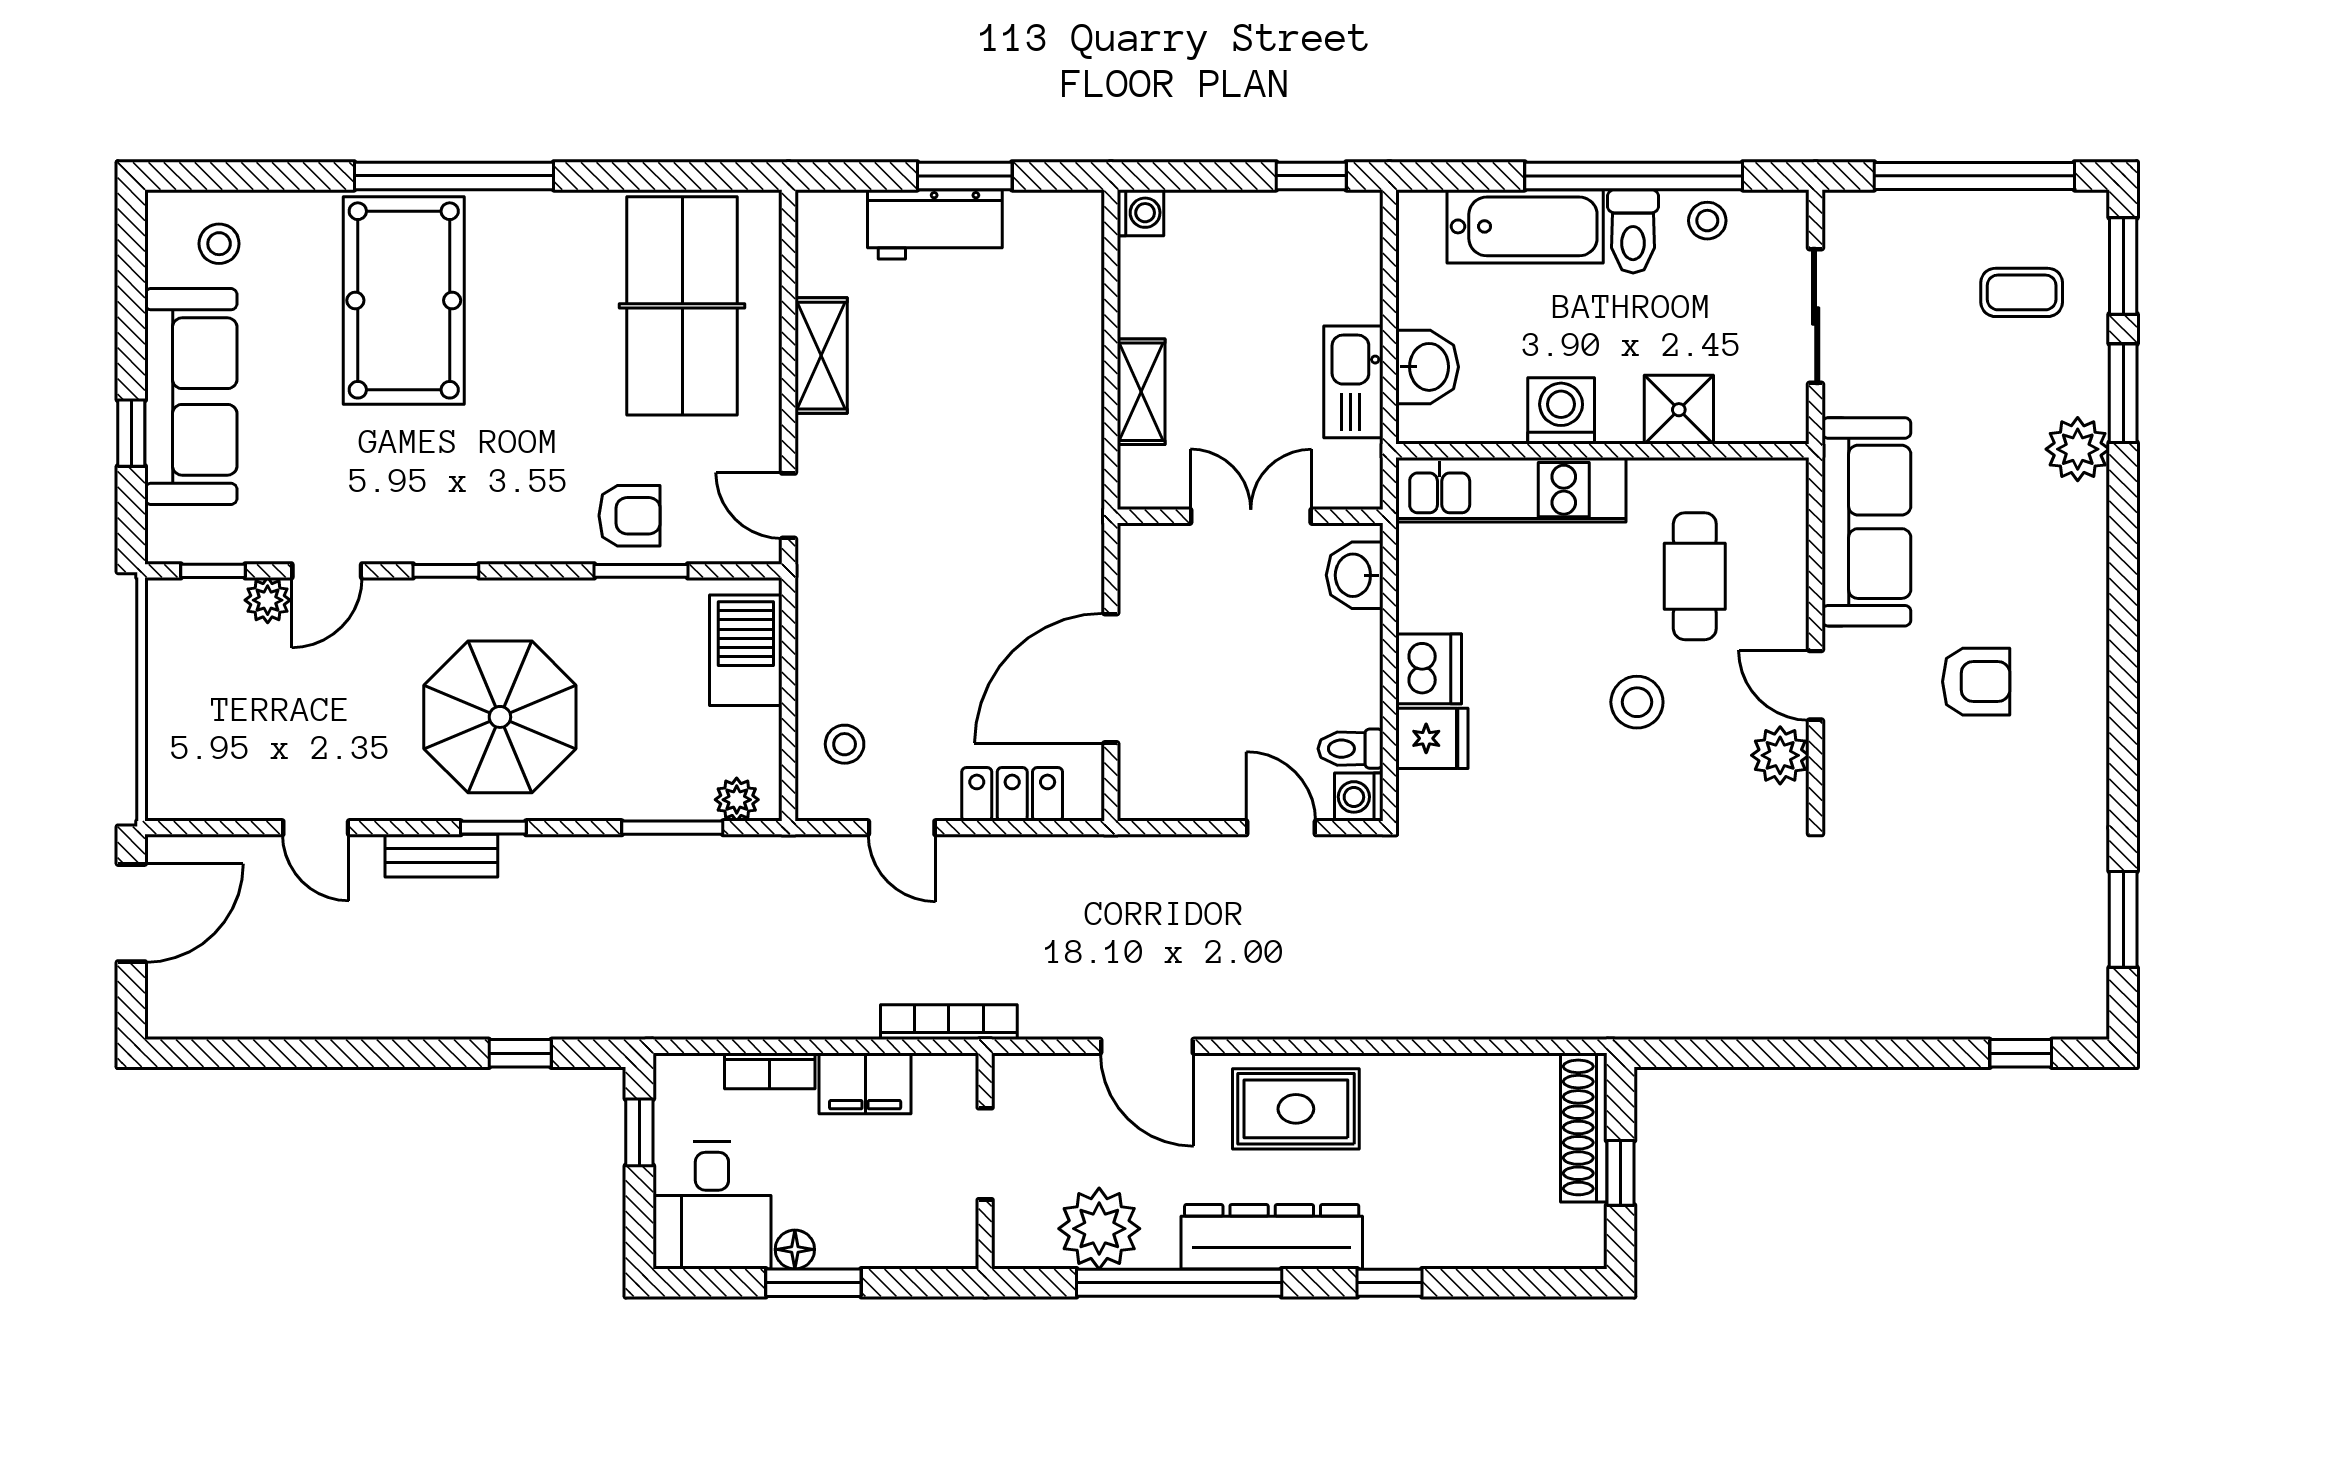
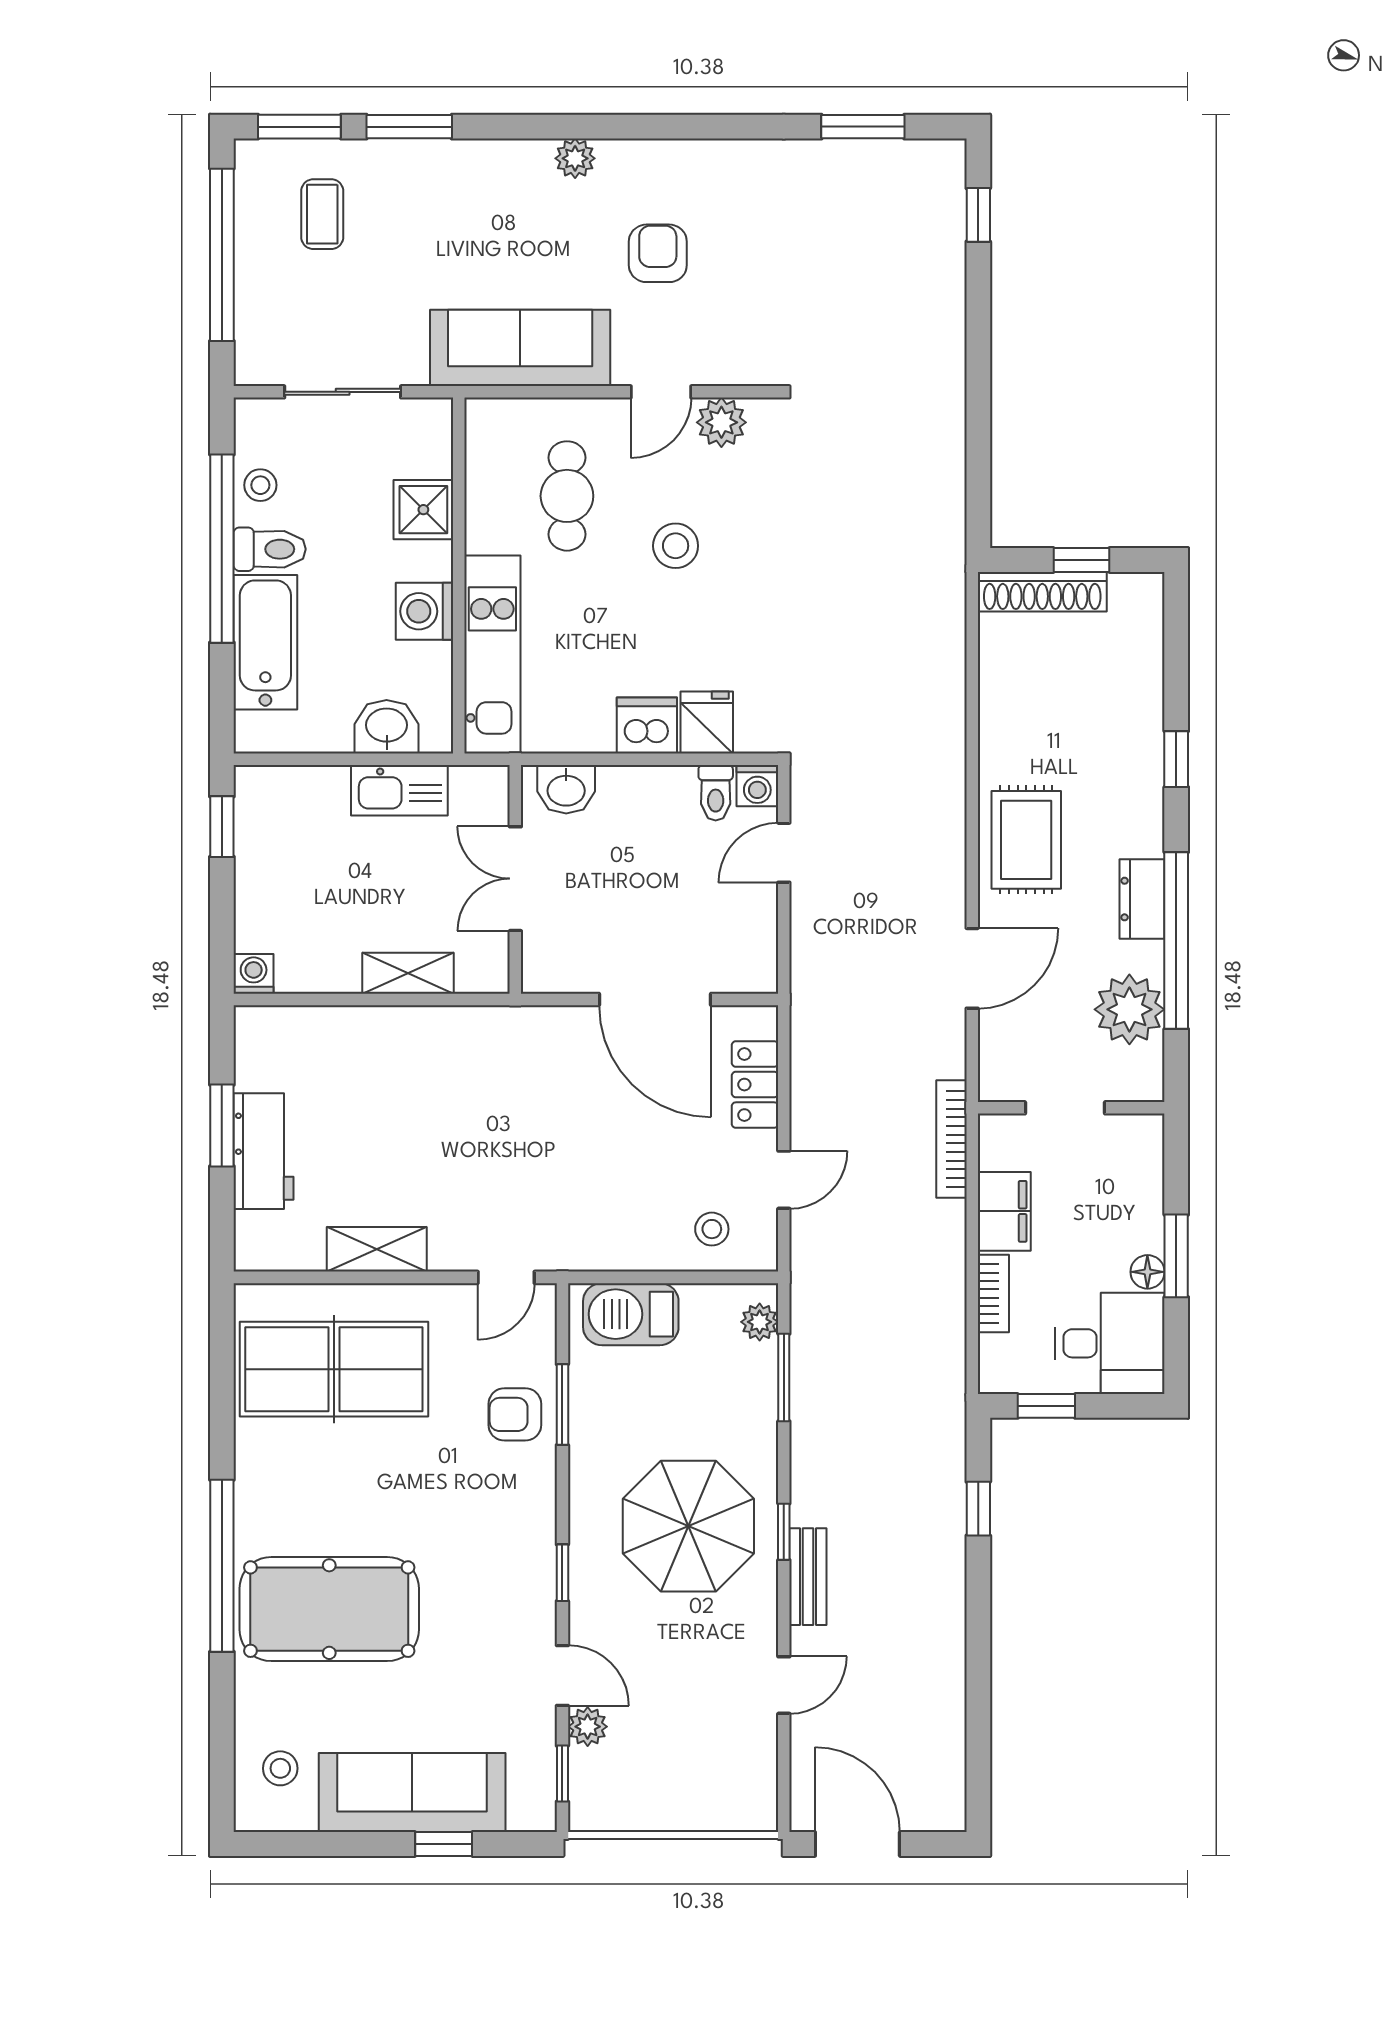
plant: (2078, 449) -> (575, 158), moved, width x0.73, depth x0.73
armchair: (630, 516) -> (515, 1414), turned -90
cafe table: (1695, 576) -> (567, 496), turned 90
dresser: (1272, 1237) -> (1142, 899), width x0.51, depth x0.80

